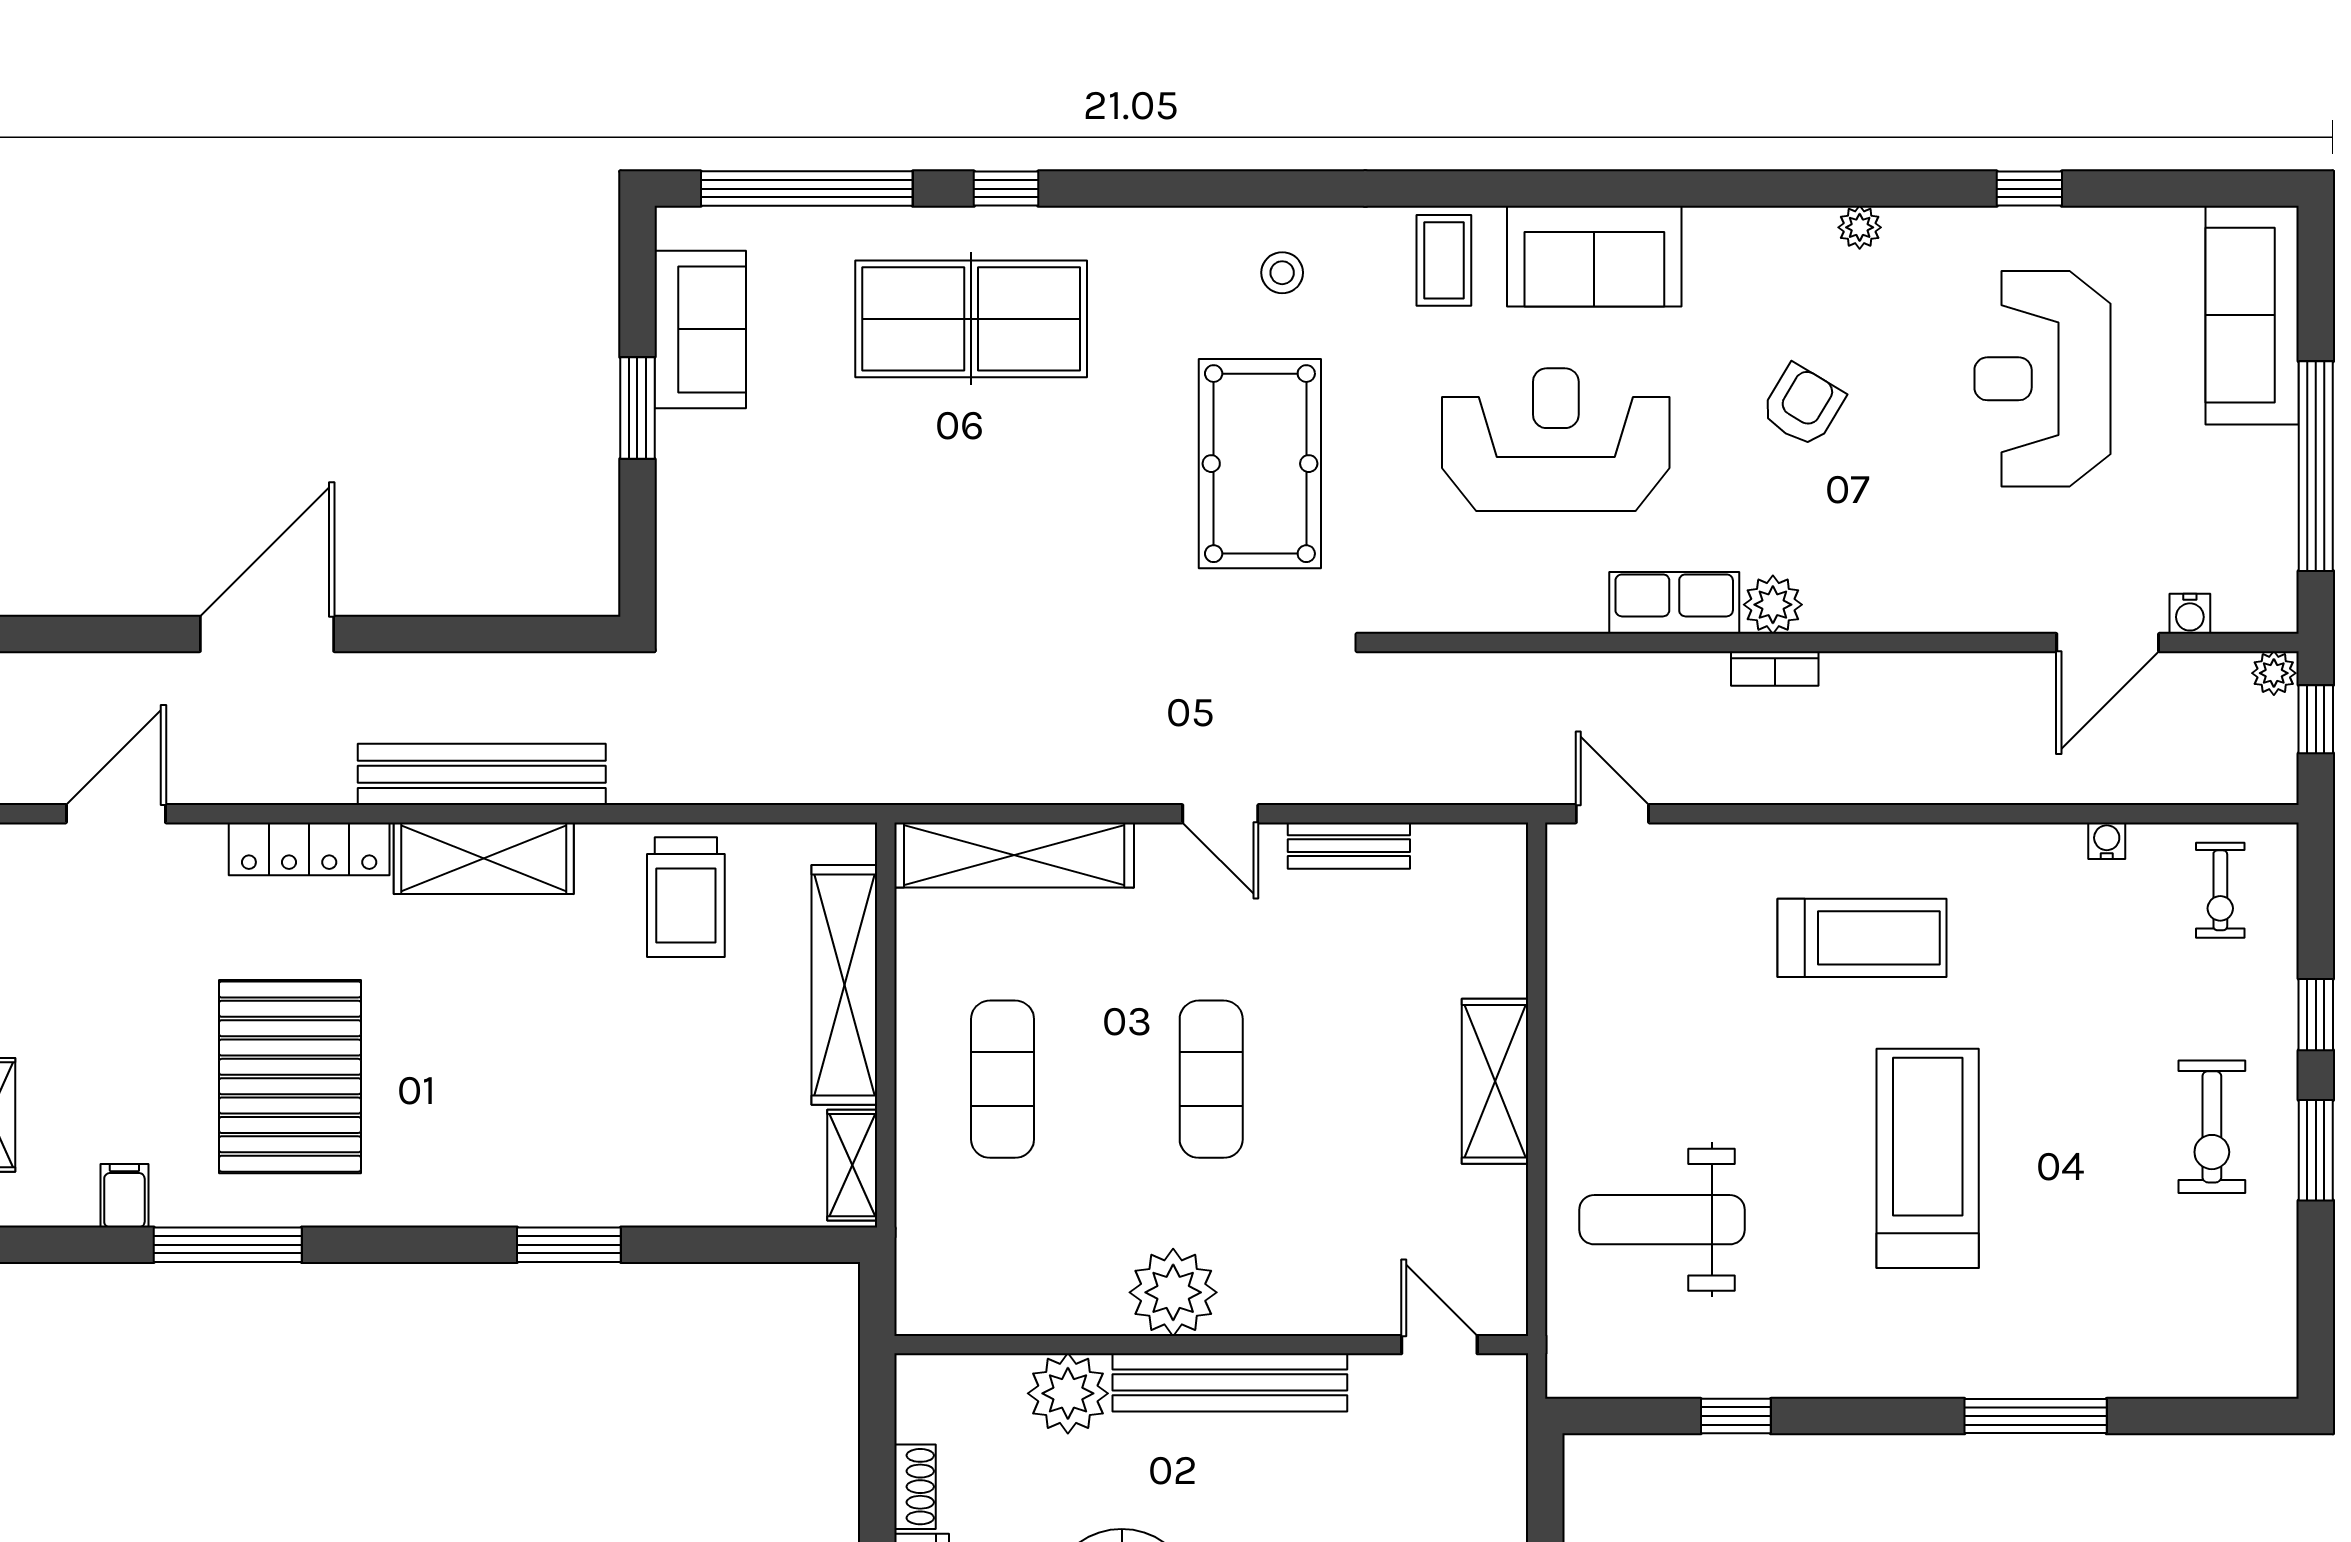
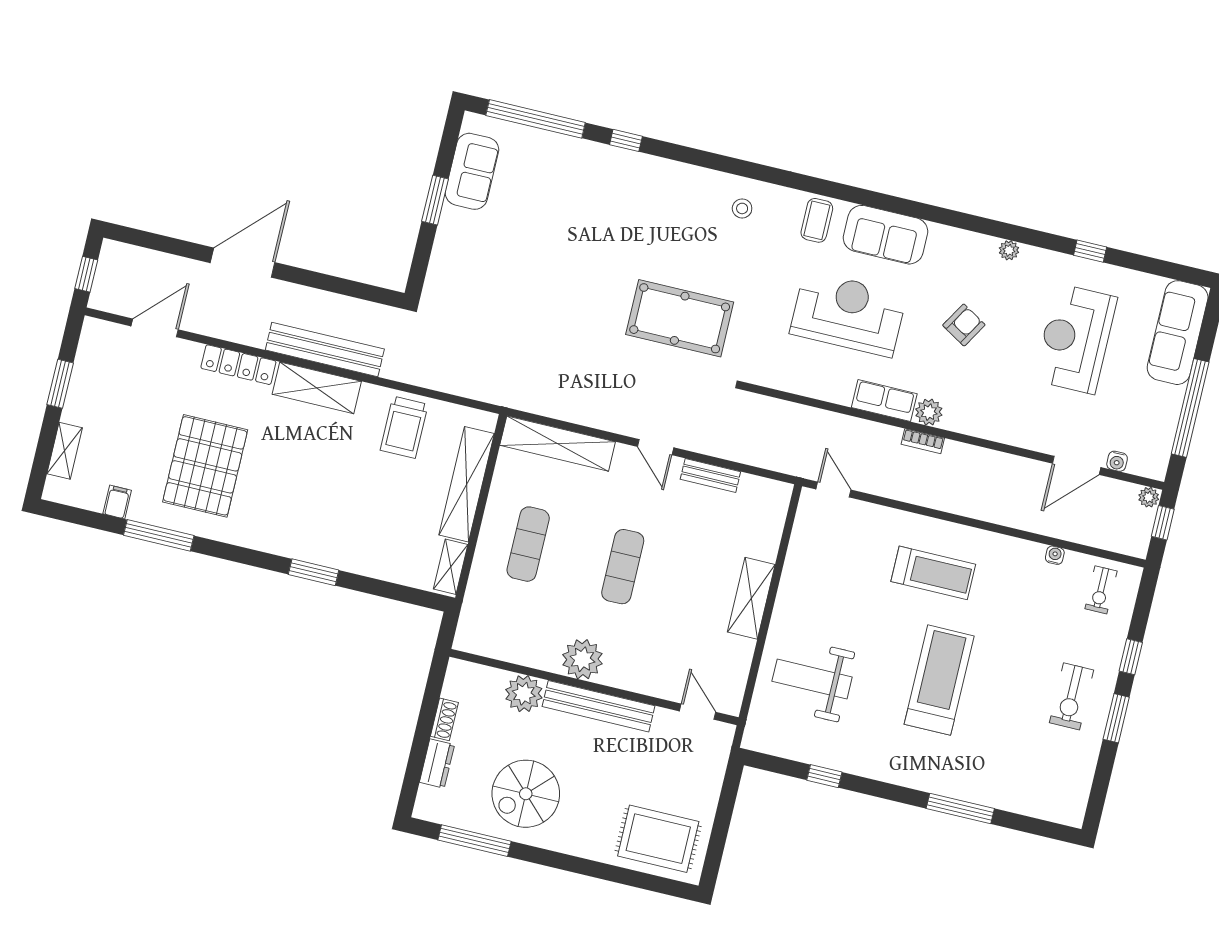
table tennis table: (971, 319) -> (596, 196), removed
pool table: (1260, 464) -> (680, 318), moved, turned 90

